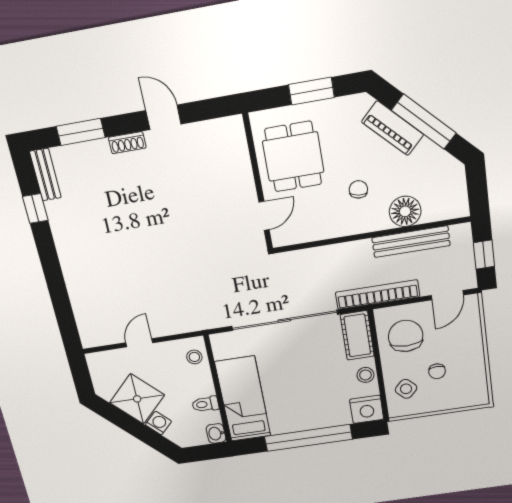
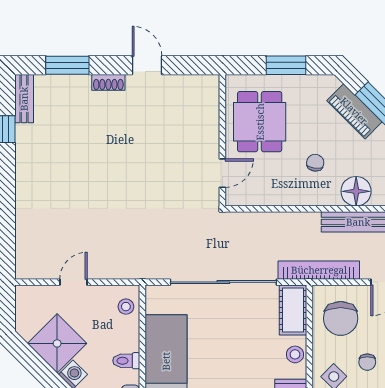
chair: (406, 336) -> (341, 318), turned 180

